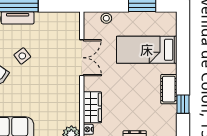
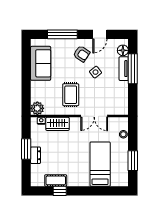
rug: (53, 89) -> (71, 95), added
cot: (169, 89) -> (56, 180), moved

